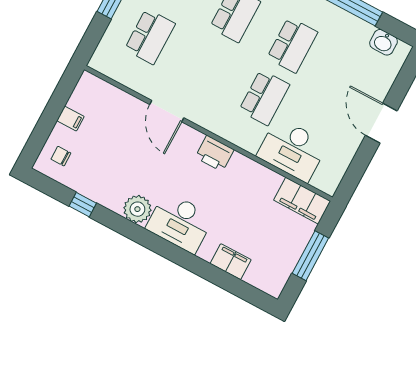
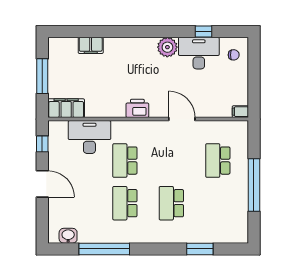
filing cabinet: (70, 119) -> (240, 112), moved
window: (355, 172) -> (42, 144), added
desk: (180, 222) -> (199, 53), moved

